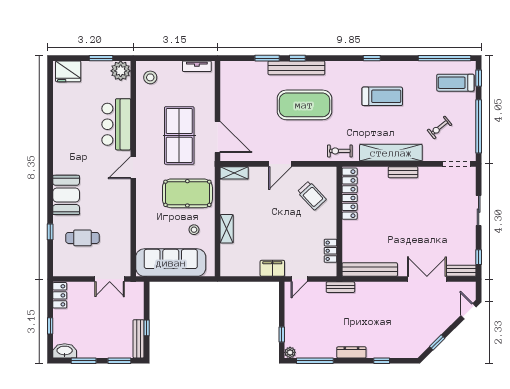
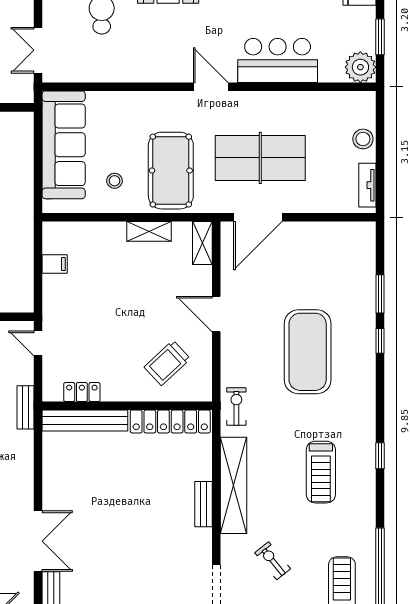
bench: (296, 68) -> (365, 339), removed
stool: (150, 77) -> (363, 139), moved
shelving: (227, 229) -> (149, 231), moved
filing cabinet: (272, 268) -> (55, 264), moved, width x0.50
bench: (370, 270) -> (85, 421), moved, turned 90

